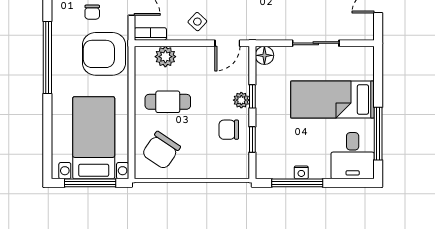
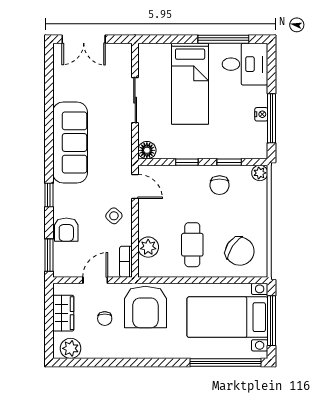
chair: (92, 12) -> (105, 319), turned 90
window: (47, 57) -> (225, 362), moved
plant: (241, 100) -> (260, 173), moved

